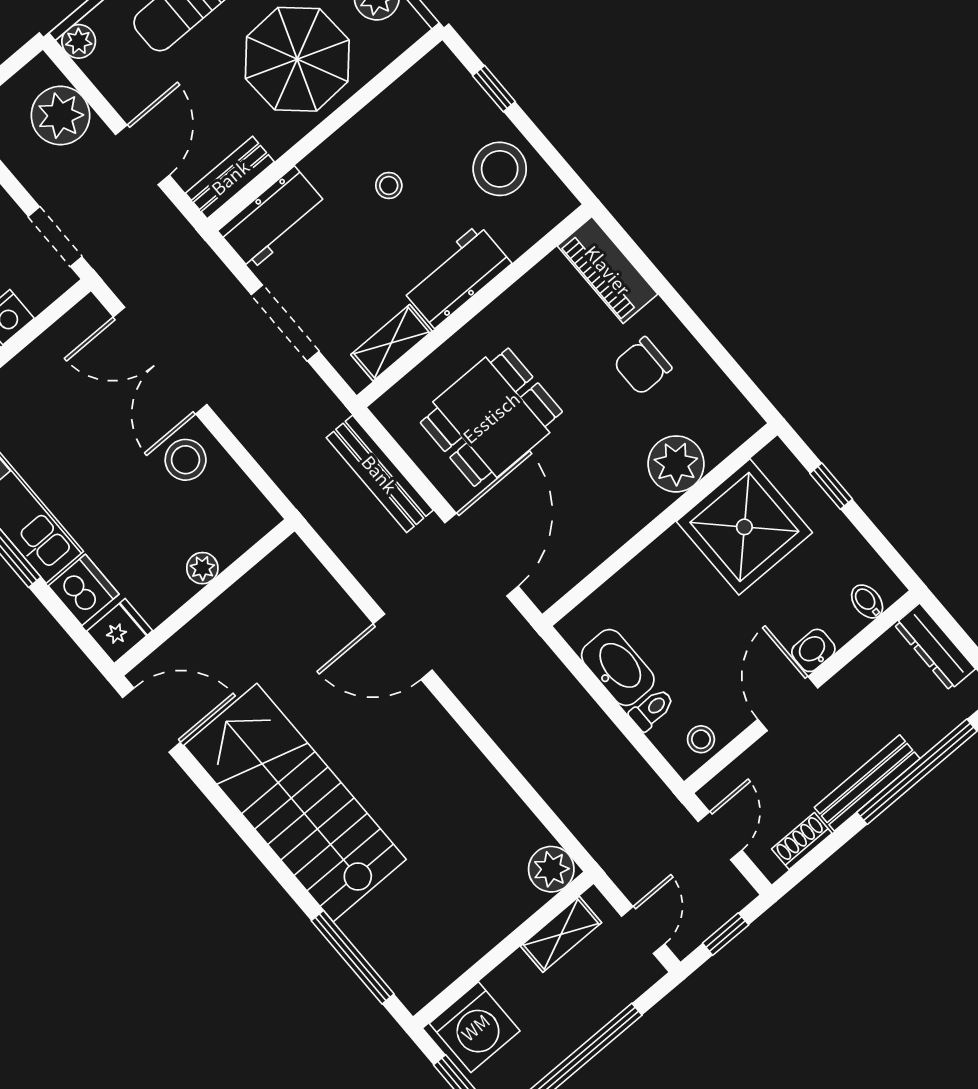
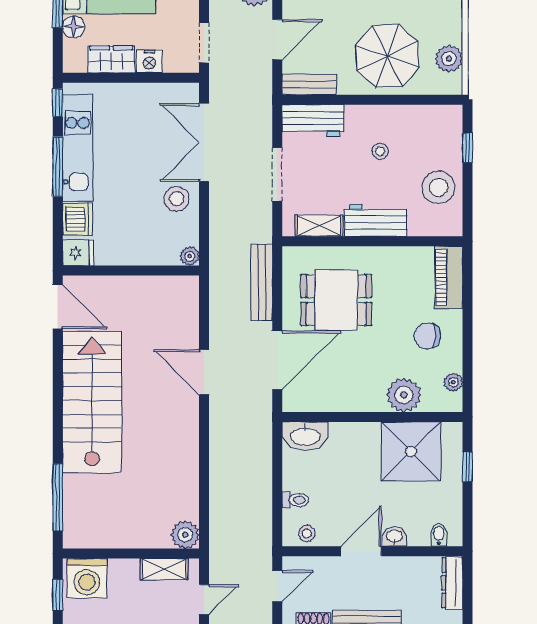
plant: (724, 396) -> (453, 382), added
plant: (202, 568) -> (190, 256), moved
washbasin: (618, 668) -> (305, 436), moved, turned 90

